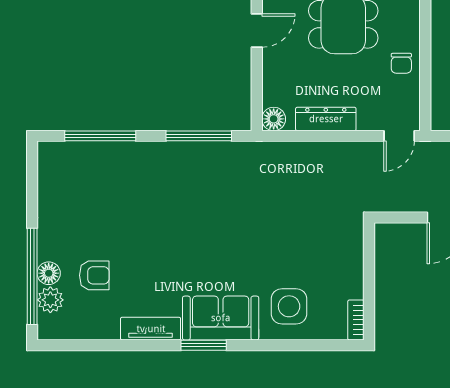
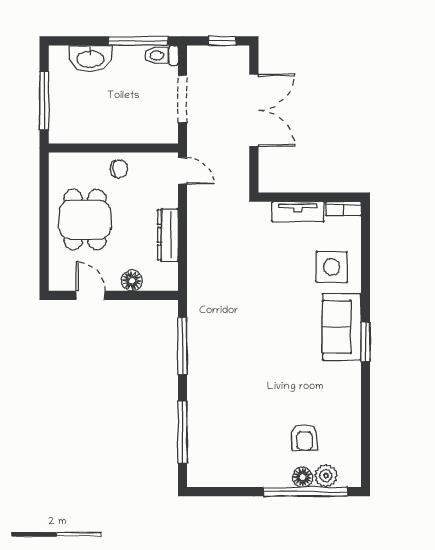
floor lamp: (274, 119) -> (132, 280), moved
armchair: (94, 275) -> (304, 437), turned 180
tv unit: (151, 329) -> (298, 212), moved, turned -90

